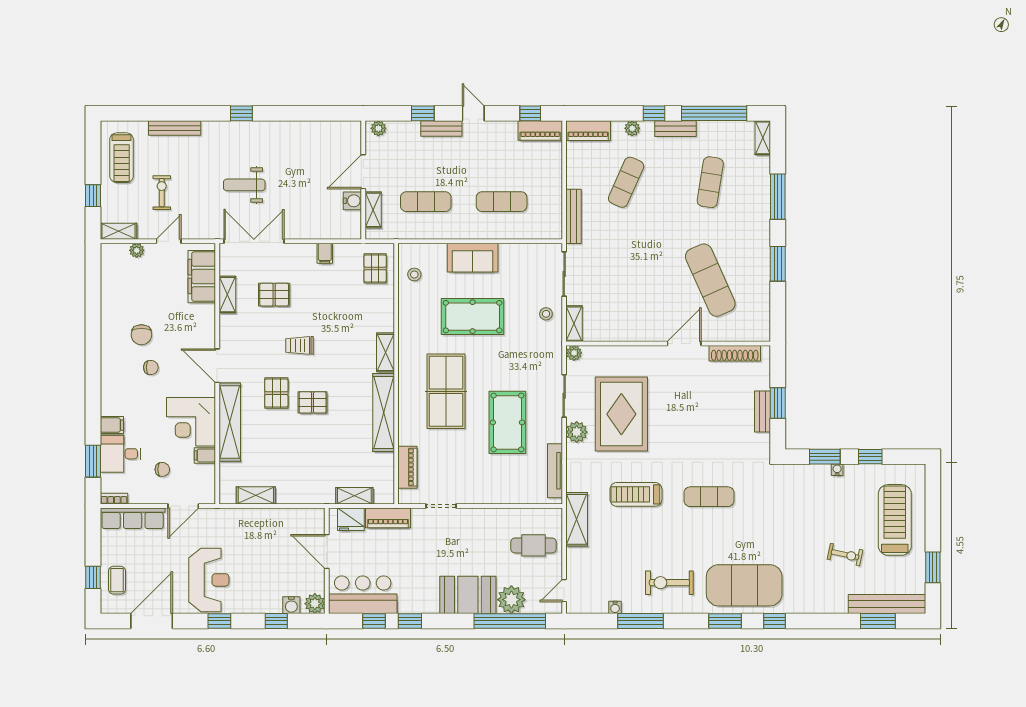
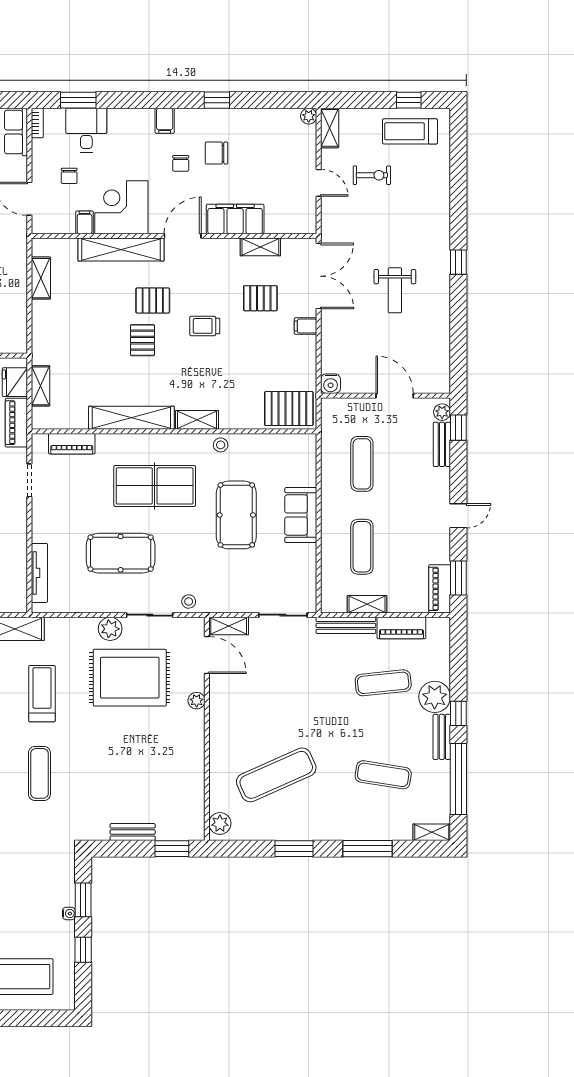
window: (423, 113) -> (458, 428), moved
window: (530, 113) -> (458, 578), width x1.50
bench: (175, 128) -> (442, 189), removed
bench: (441, 128) -> (442, 444), moved
plant: (632, 128) -> (435, 697), width x1.88, depth x1.88
piano: (588, 131) -> (401, 628), moved, turned -90
exercise mat: (626, 182) -> (383, 683), turned -30
weight bench: (244, 185) -> (395, 290), moved, turned 180
window: (93, 196) -> (409, 100), moved
water cooler: (352, 201) -> (331, 384), moved
shelving: (373, 210) -> (367, 604), moved
plant: (137, 250) -> (309, 116), moved
filing cabinet: (325, 253) -> (306, 326), moved
pallet: (375, 268) -> (289, 409), width x1.50, depth x1.42
stool: (414, 274) -> (221, 445), moved
filing cabinet: (202, 277) -> (235, 219), moved
pallet: (274, 295) -> (260, 298), turned 90
stool: (546, 314) -> (189, 602), moved
plant: (755, 332) -> (220, 823), added
window: (93, 334) -> (217, 100), added
door: (684, 343) -> (207, 655), moved
trolley: (300, 345) -> (205, 326), turned -90
plant: (574, 353) -> (197, 701), moved
shoe rack: (735, 353) -> (196, 802), removed
window: (778, 403) -> (172, 849), moved
filing cabinet: (112, 425) -> (165, 121), moved
tv unit: (555, 471) -> (39, 573), moved, turned 90
row of seats: (133, 518) -> (16, 132), width x0.68

